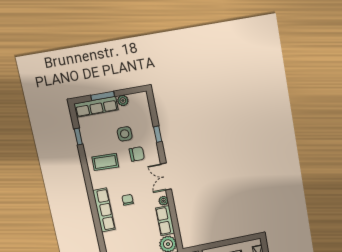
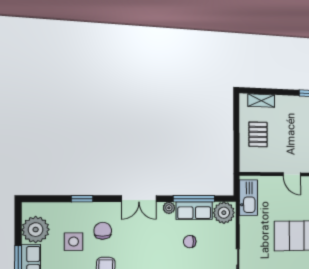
plant: (123, 101) -> (36, 230), width x1.87, depth x1.87
chair: (128, 200) -> (190, 242), moved
window: (174, 219) -> (194, 199), added

